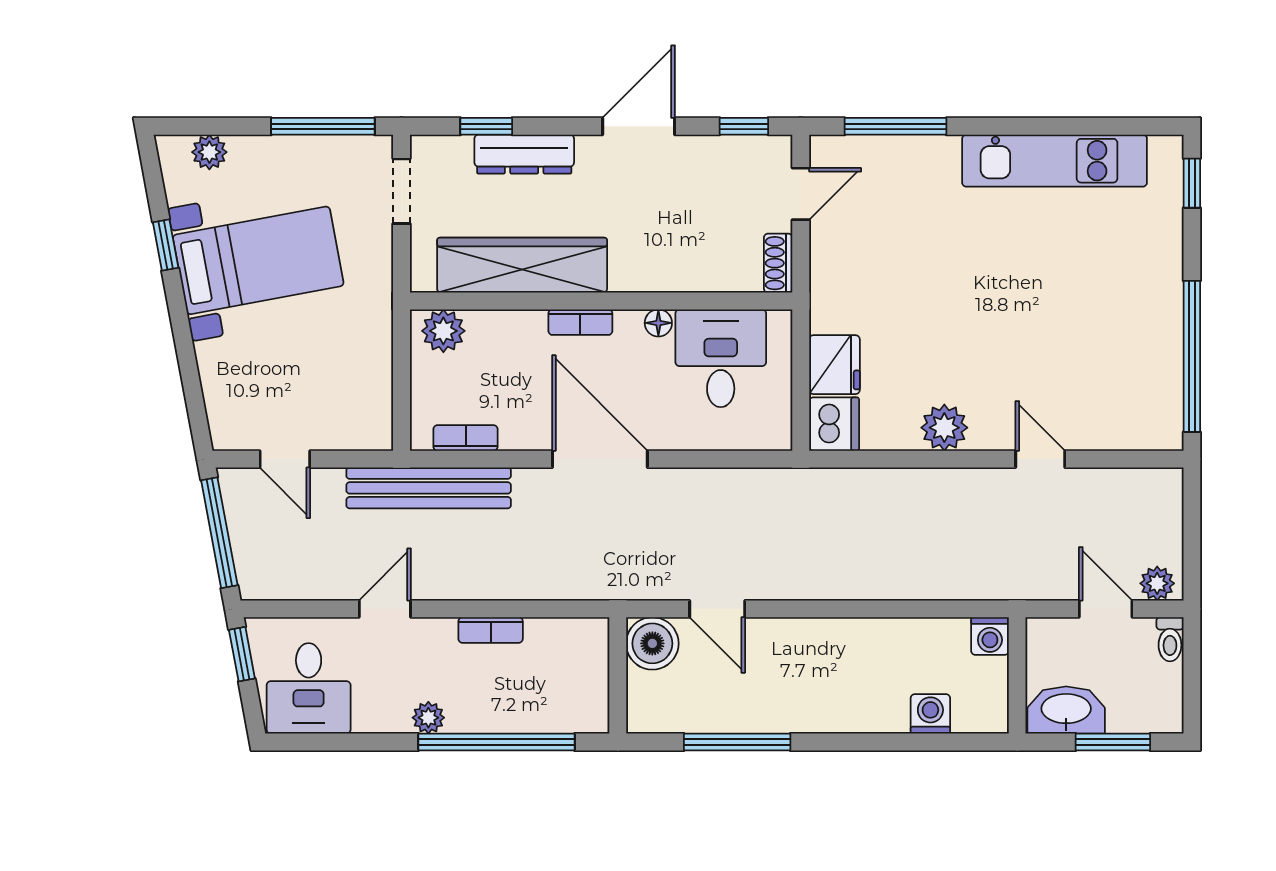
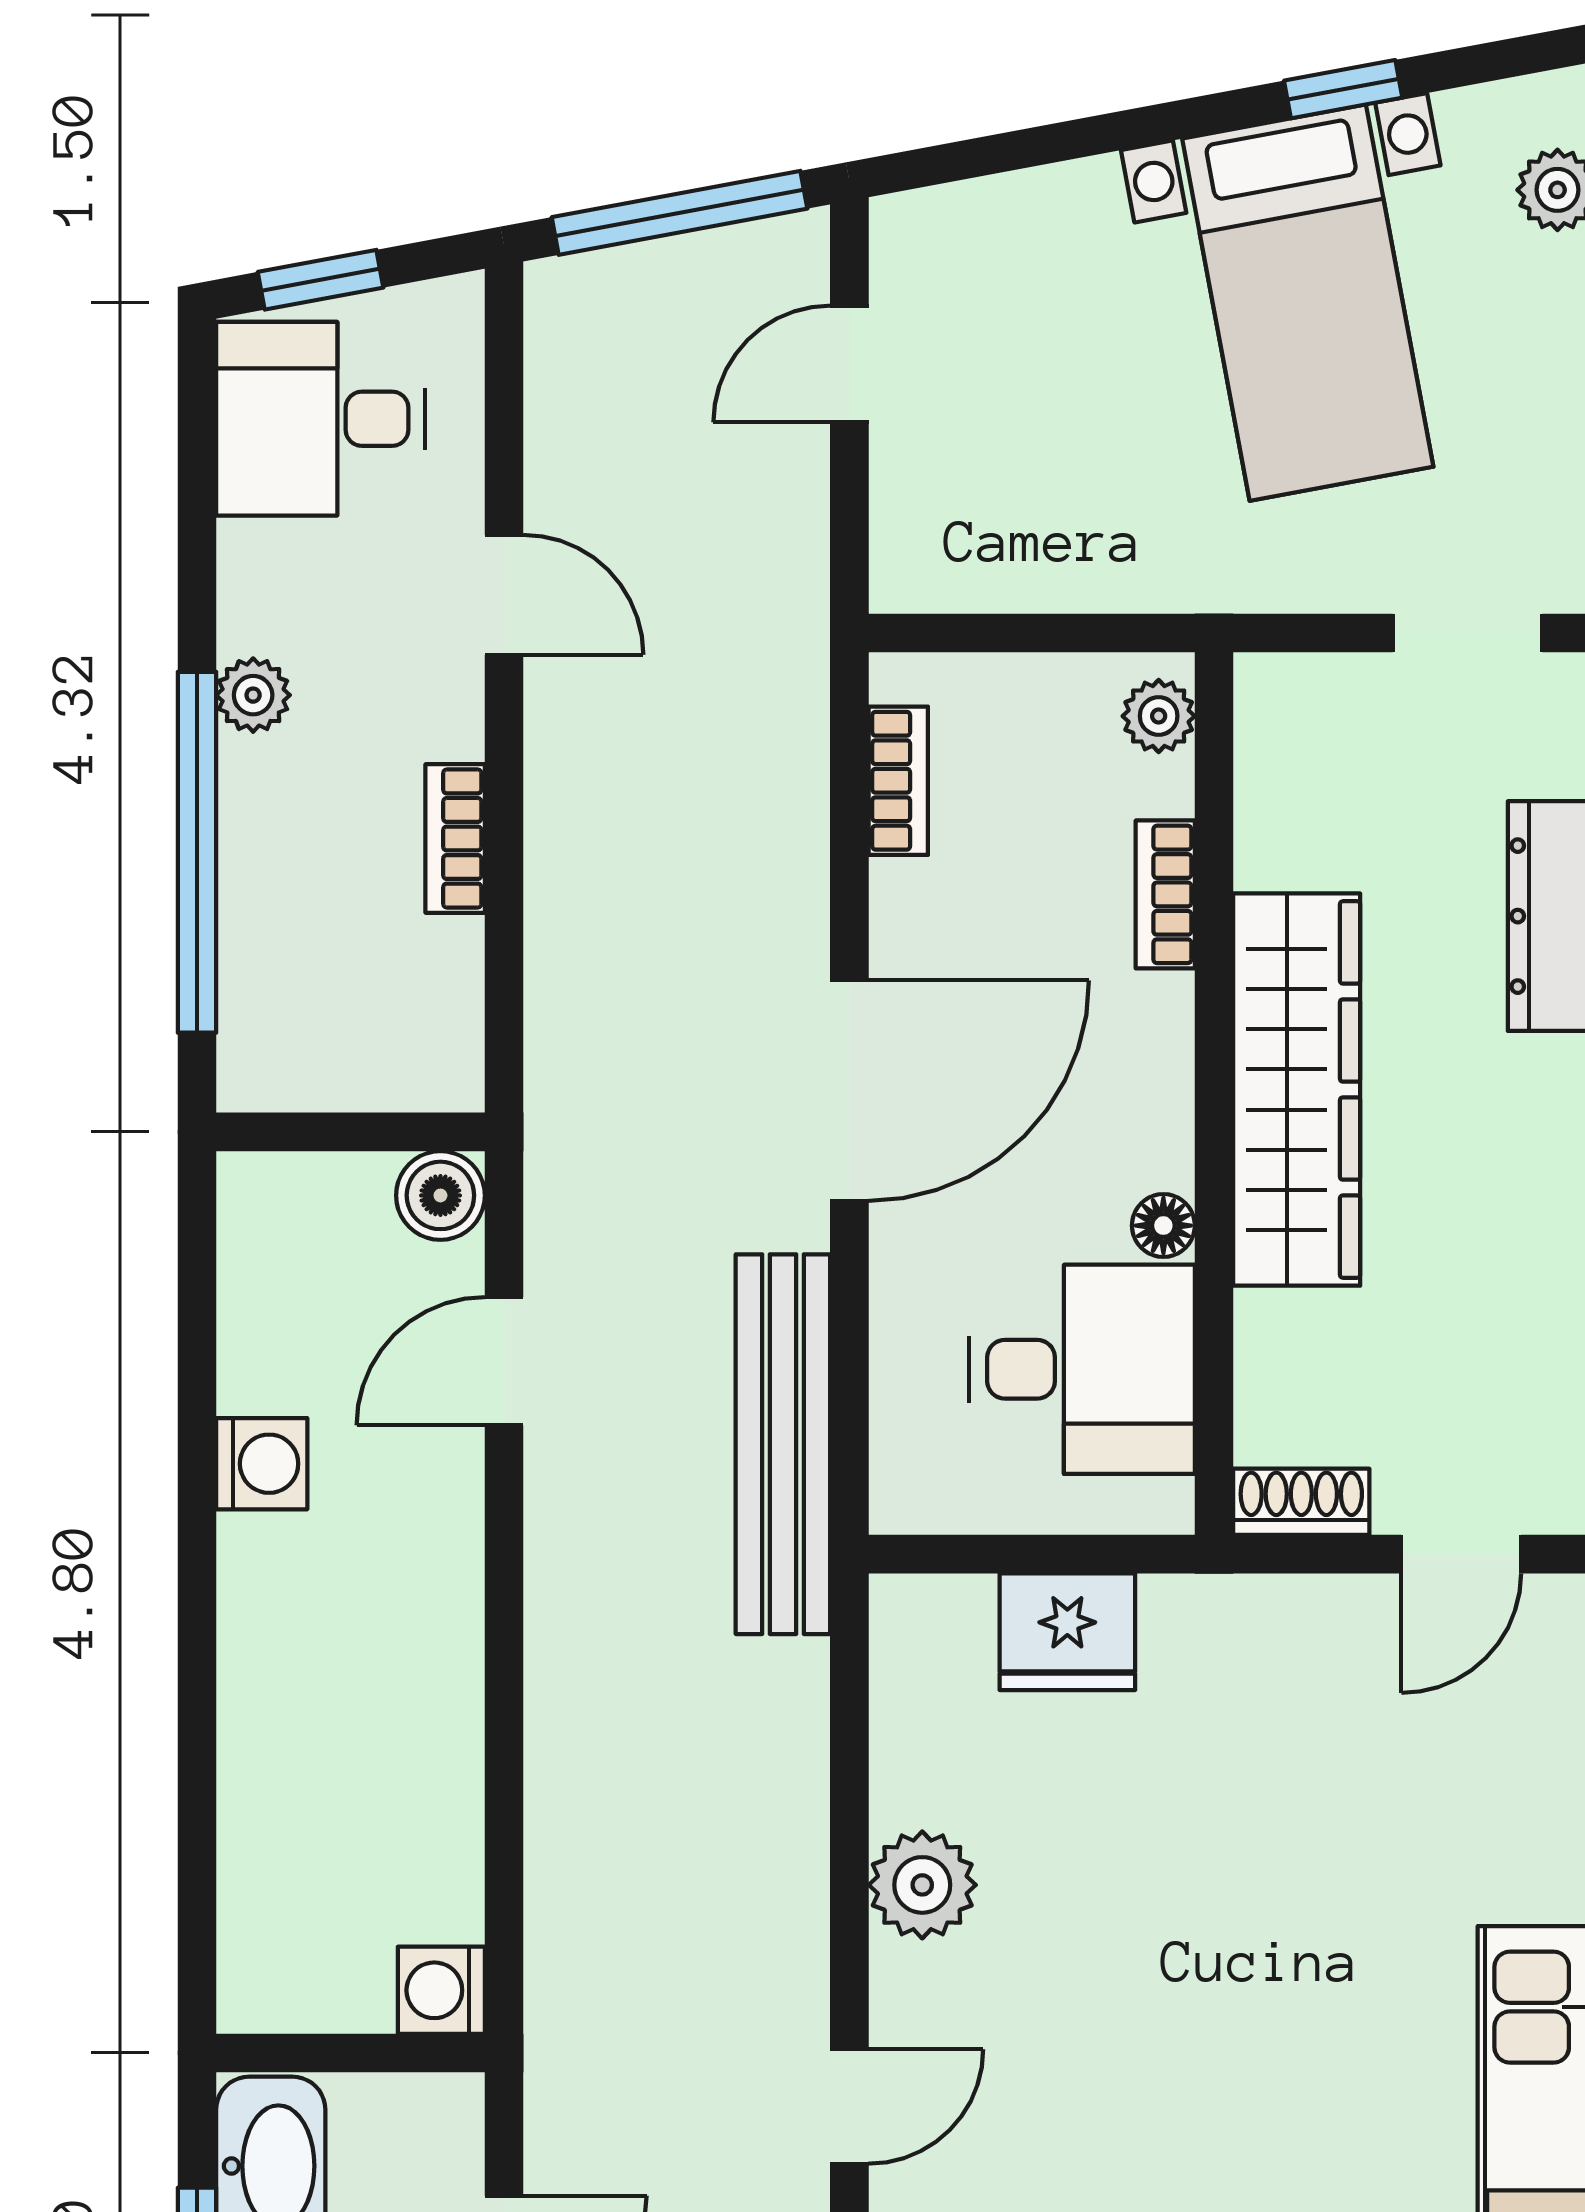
door: (801, 194) -> (1461, 1554), hinge flipped
wardrobe: (522, 265) -> (1297, 1090), moved
bookcase: (580, 322) -> (1165, 894), moved
plant: (443, 331) -> (1159, 716), width x0.73, depth x0.73
dishwasher: (834, 424) -> (930, 1631), removed
bench: (429, 488) -> (783, 1444), moved
boiler: (652, 643) -> (440, 1195), width x0.73, depth x0.73
window: (242, 654) -> (321, 280), moved
washing machine: (930, 714) -> (262, 1464), moved
window: (737, 742) -> (197, 1407), removed

